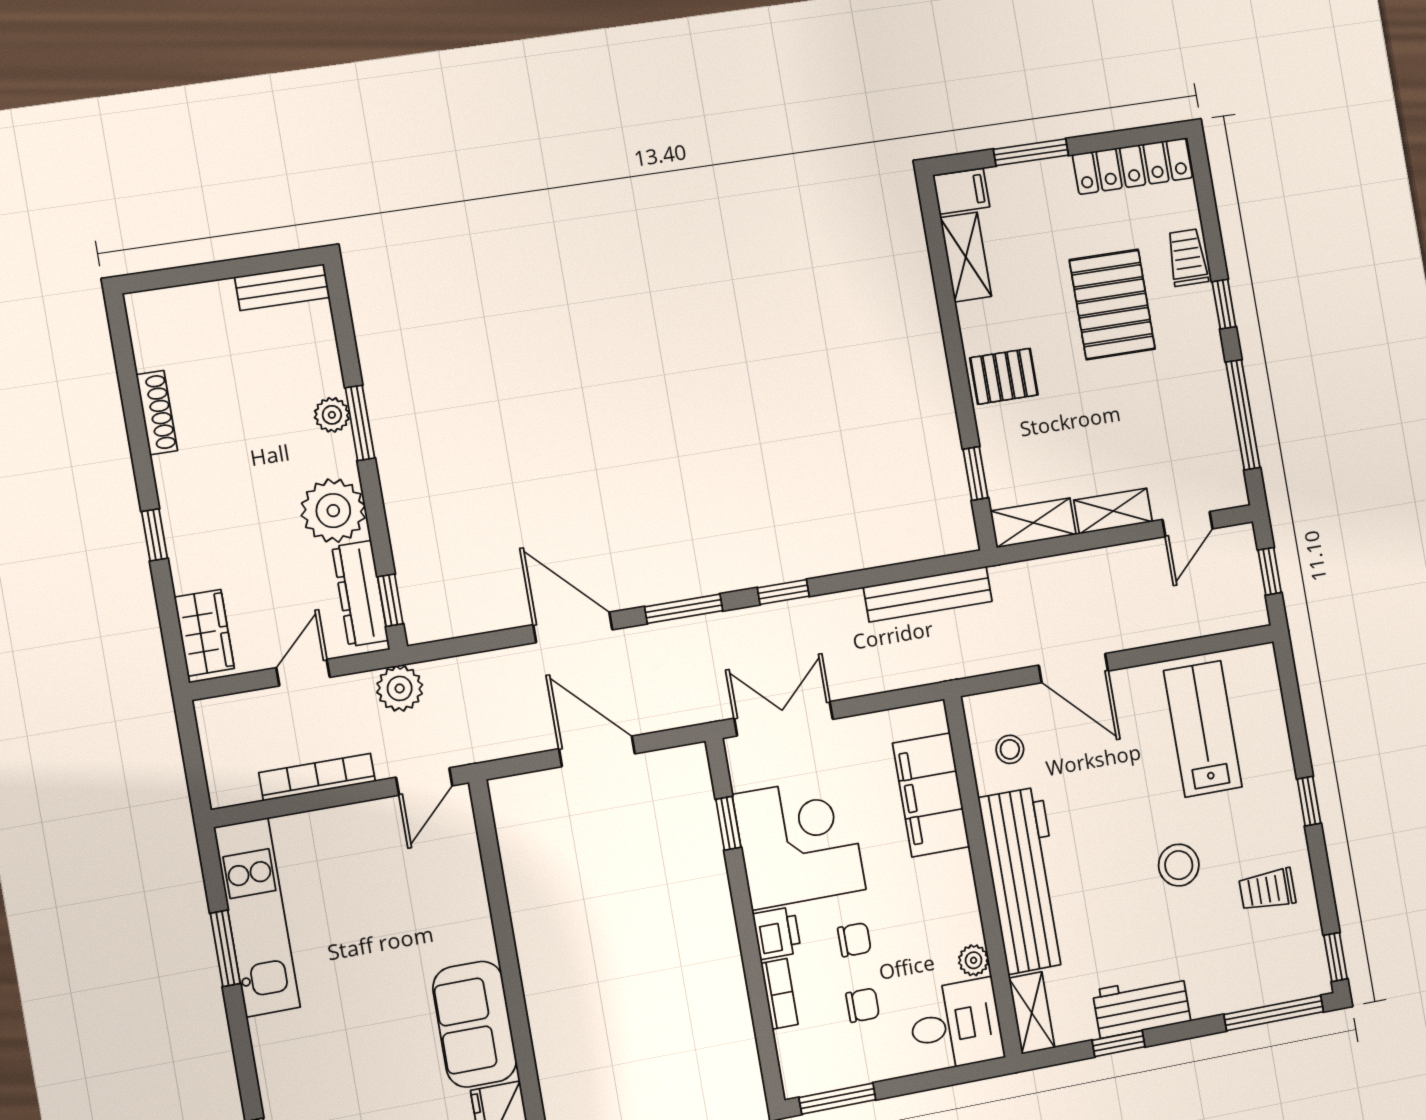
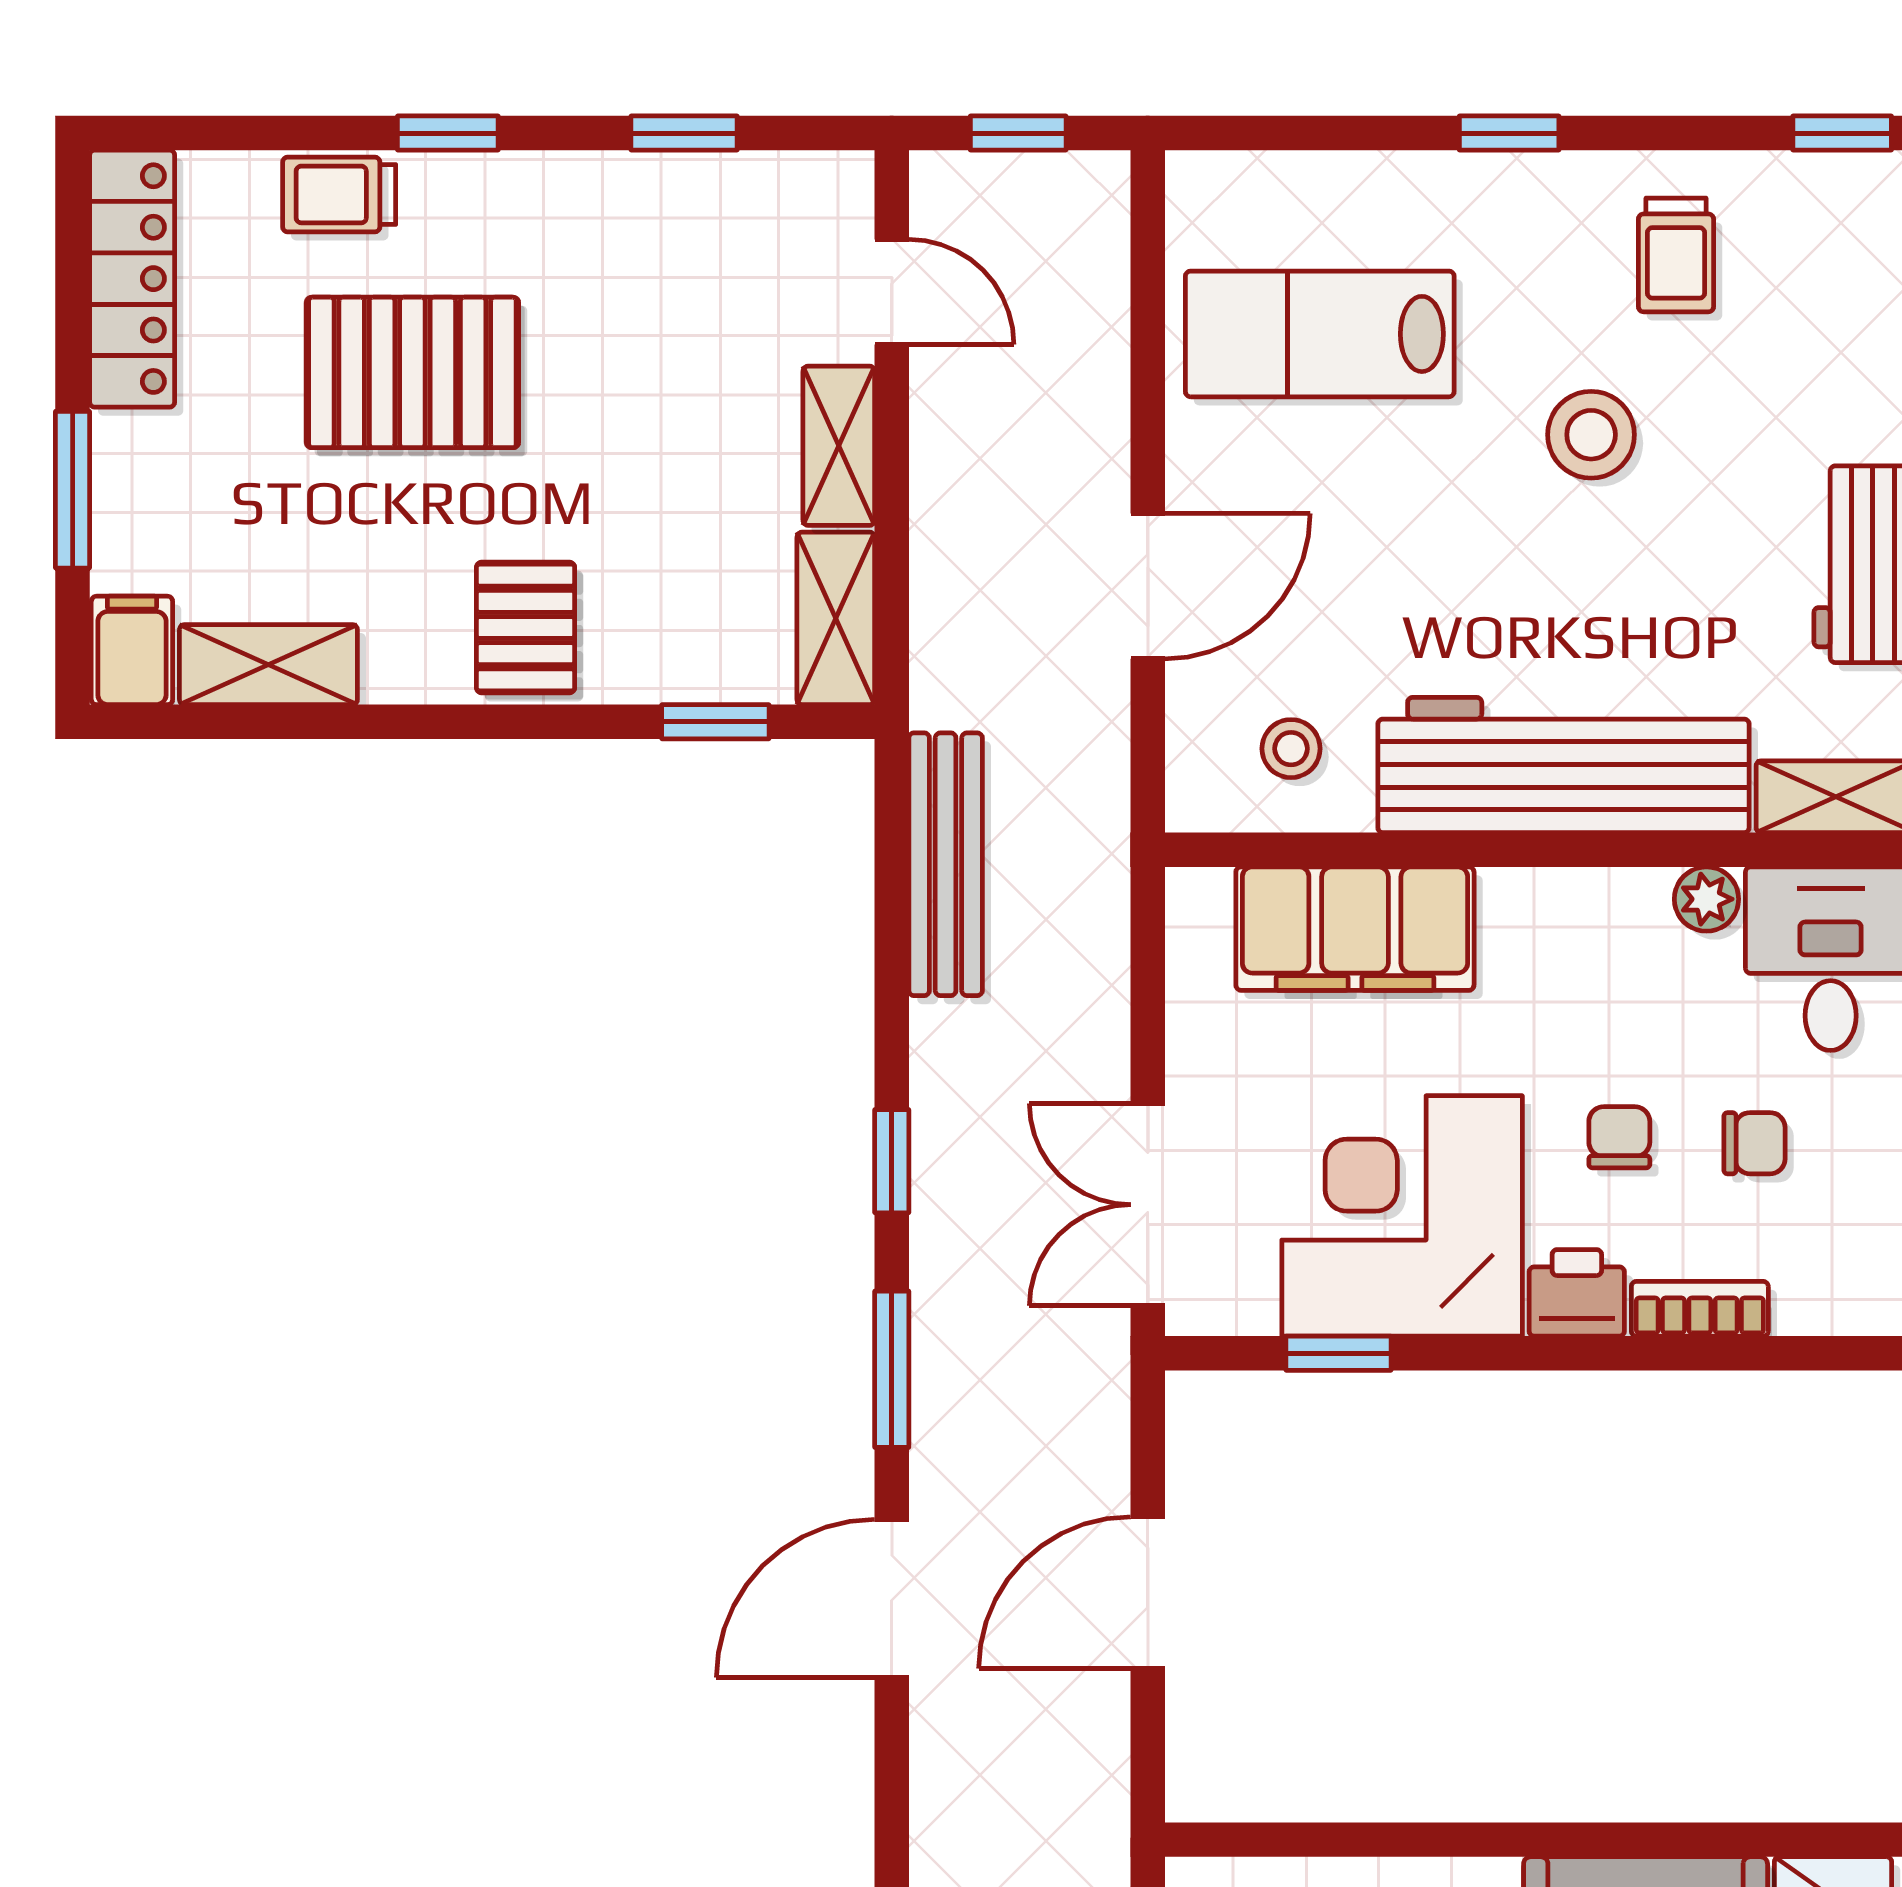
window: (1243, 415) -> (684, 133), width x0.46
chair: (863, 1005) -> (1754, 1143), turned 90

